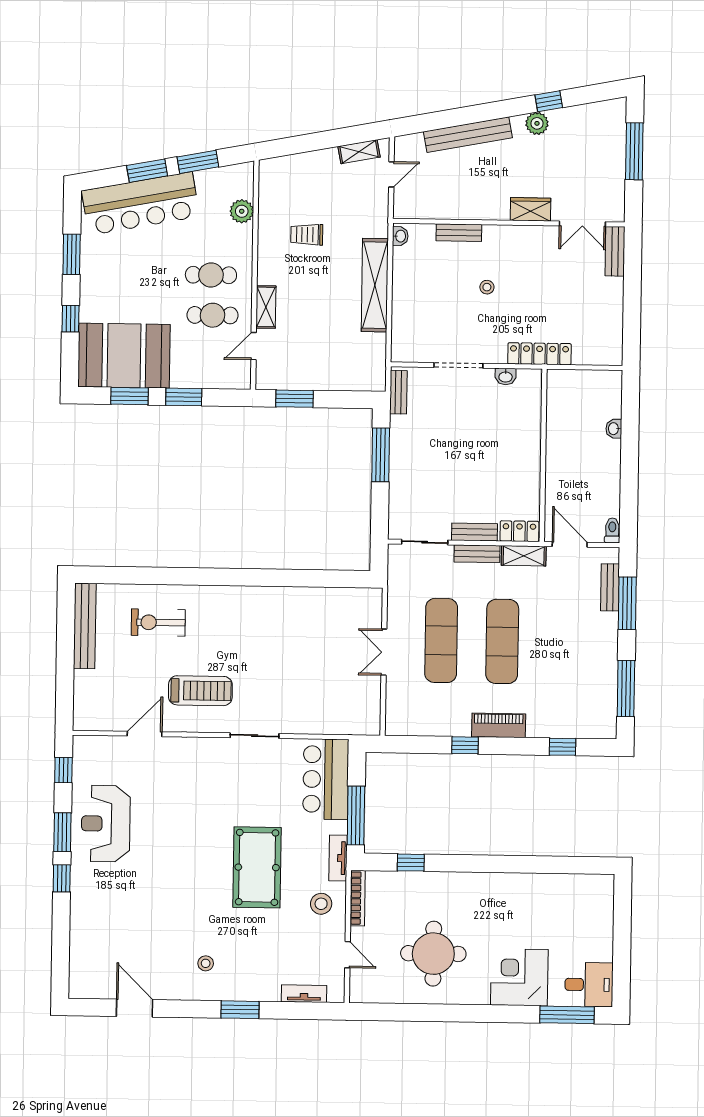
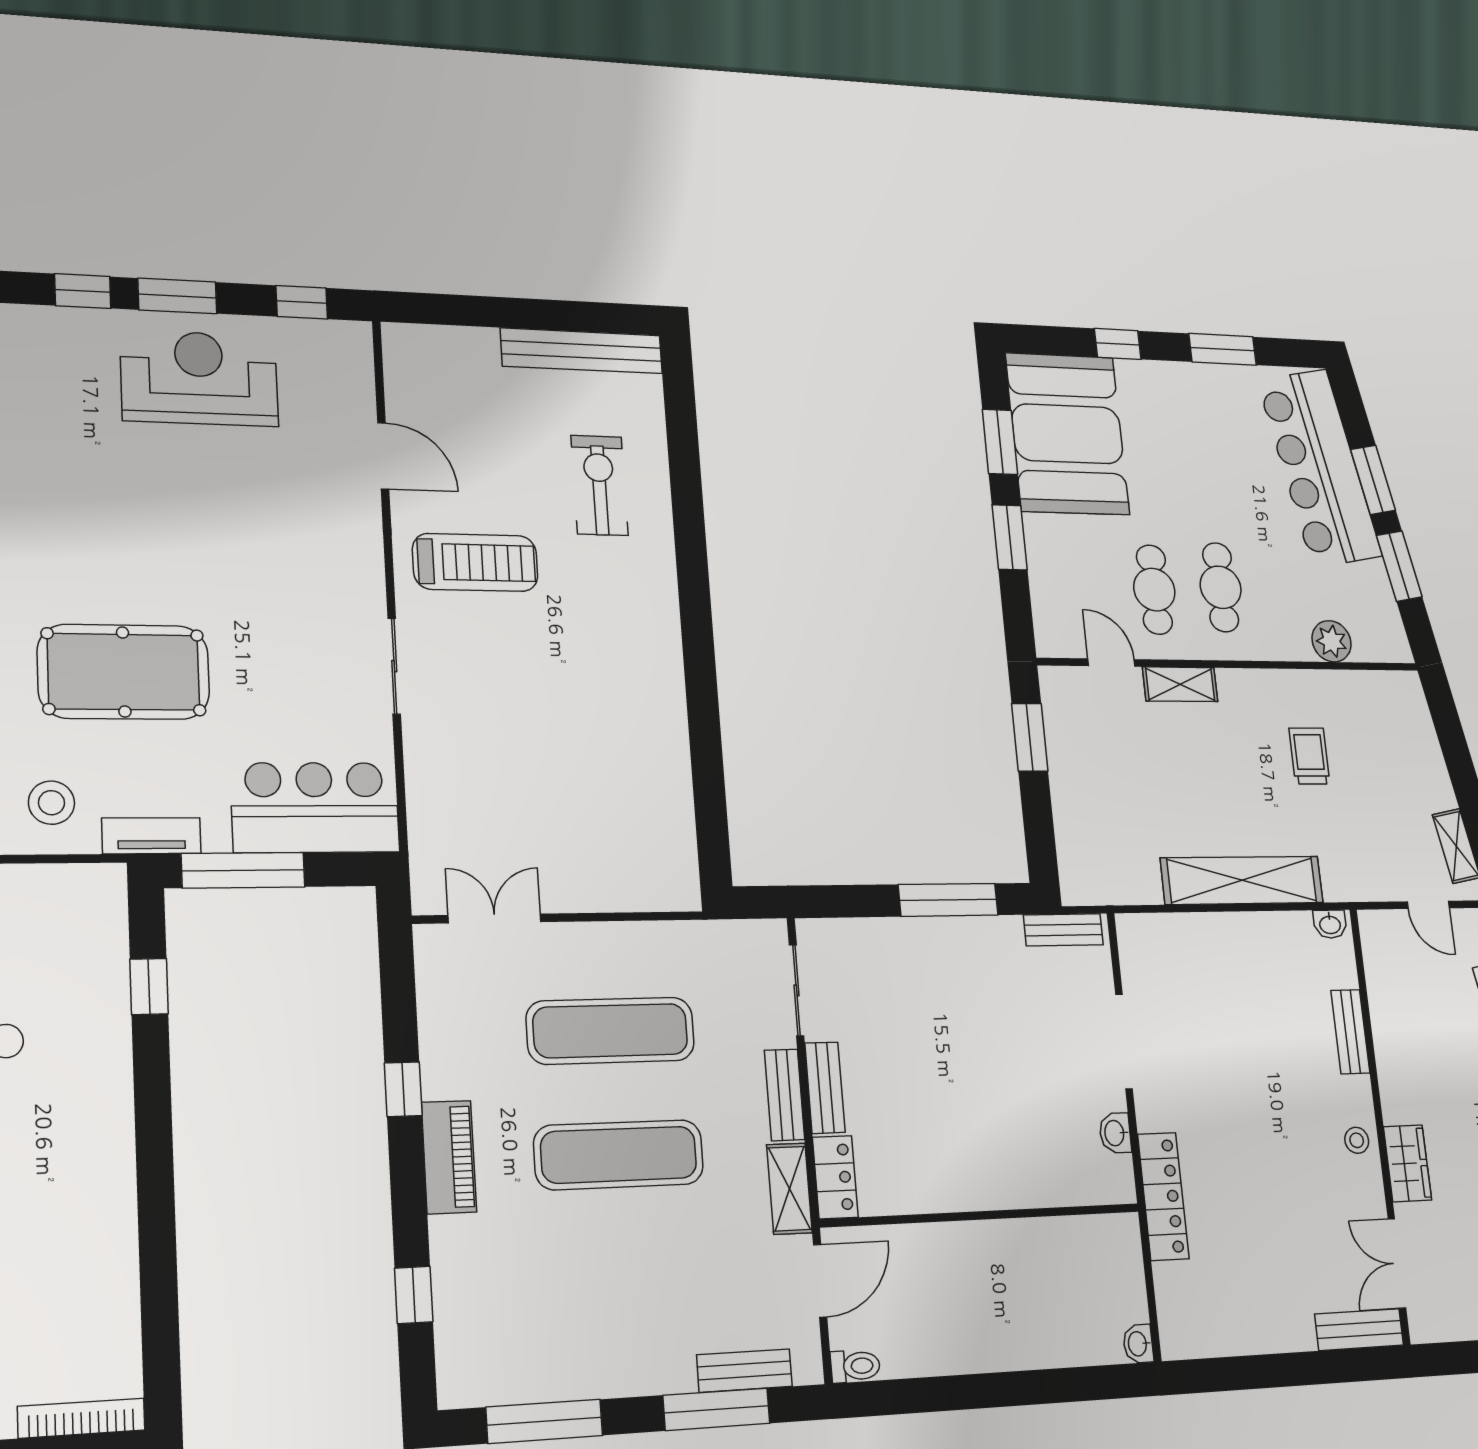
stool: (487, 287) -> (1357, 1140), moved
washbasin: (614, 429) -> (1138, 1344), moved, turned -90
double door: (384, 652) -> (495, 918), moved
treadmill: (200, 691) -> (475, 562), turned -90
bookcase: (358, 898) -> (81, 1418), moved, turned 180

